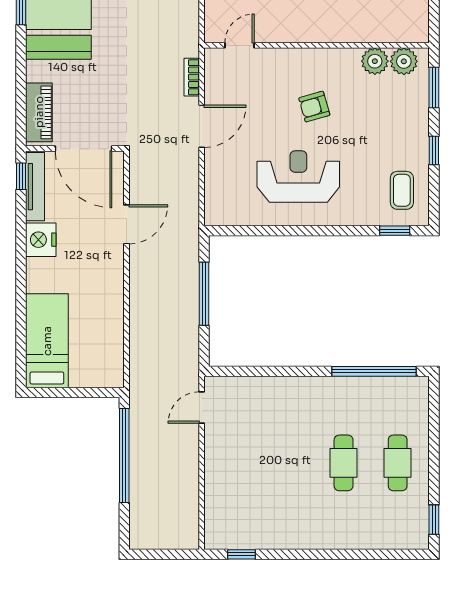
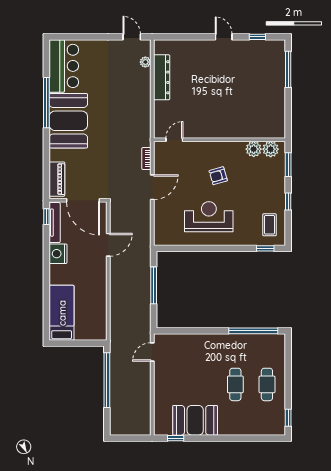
booth: (275, 524) -> (195, 420), added

